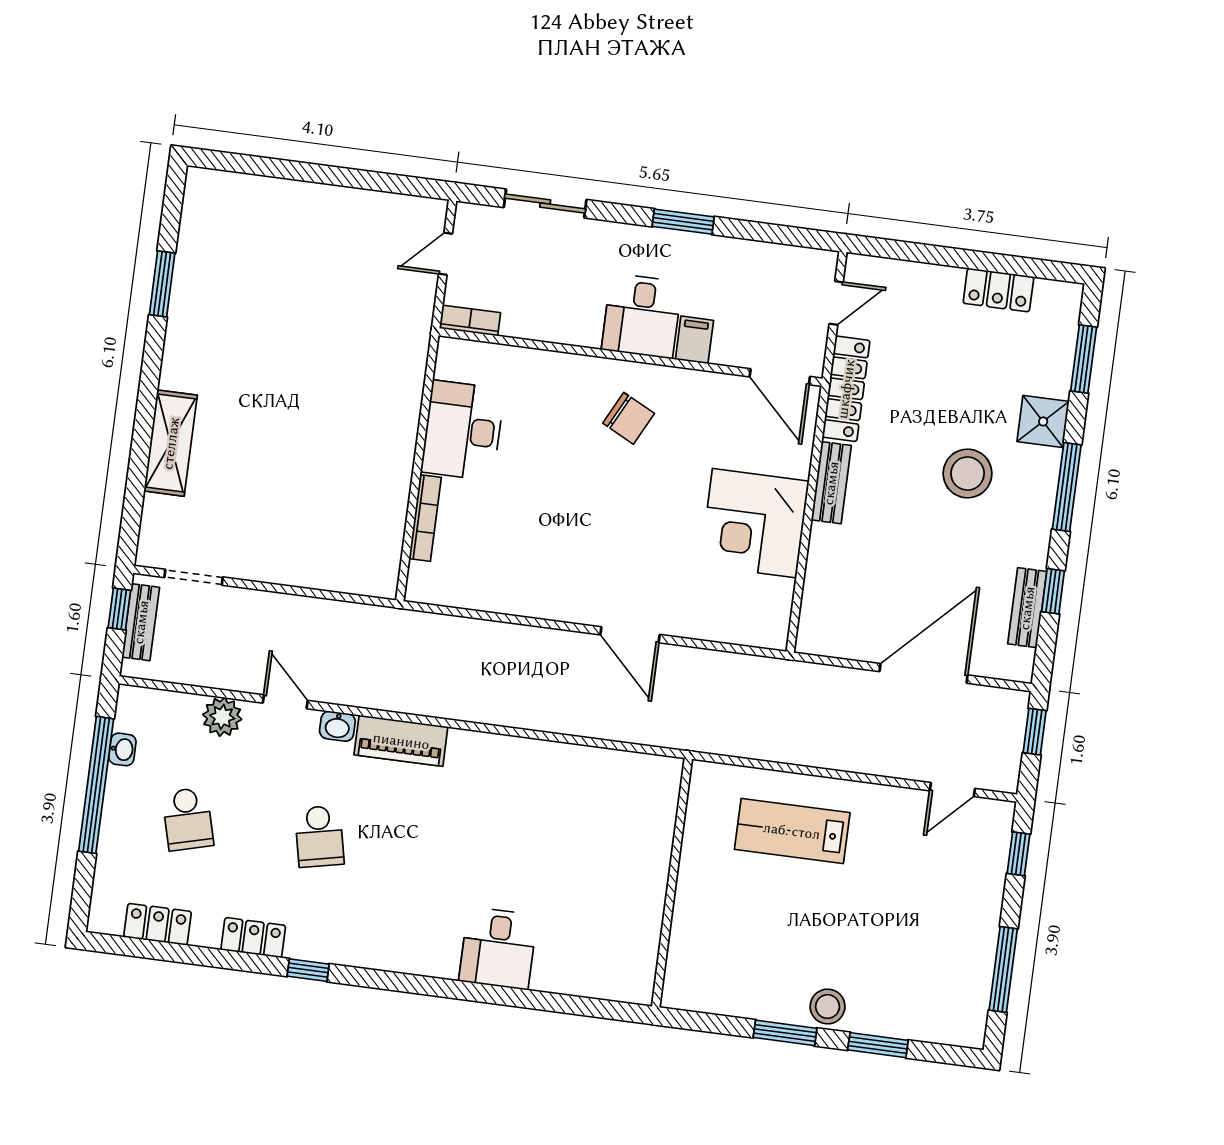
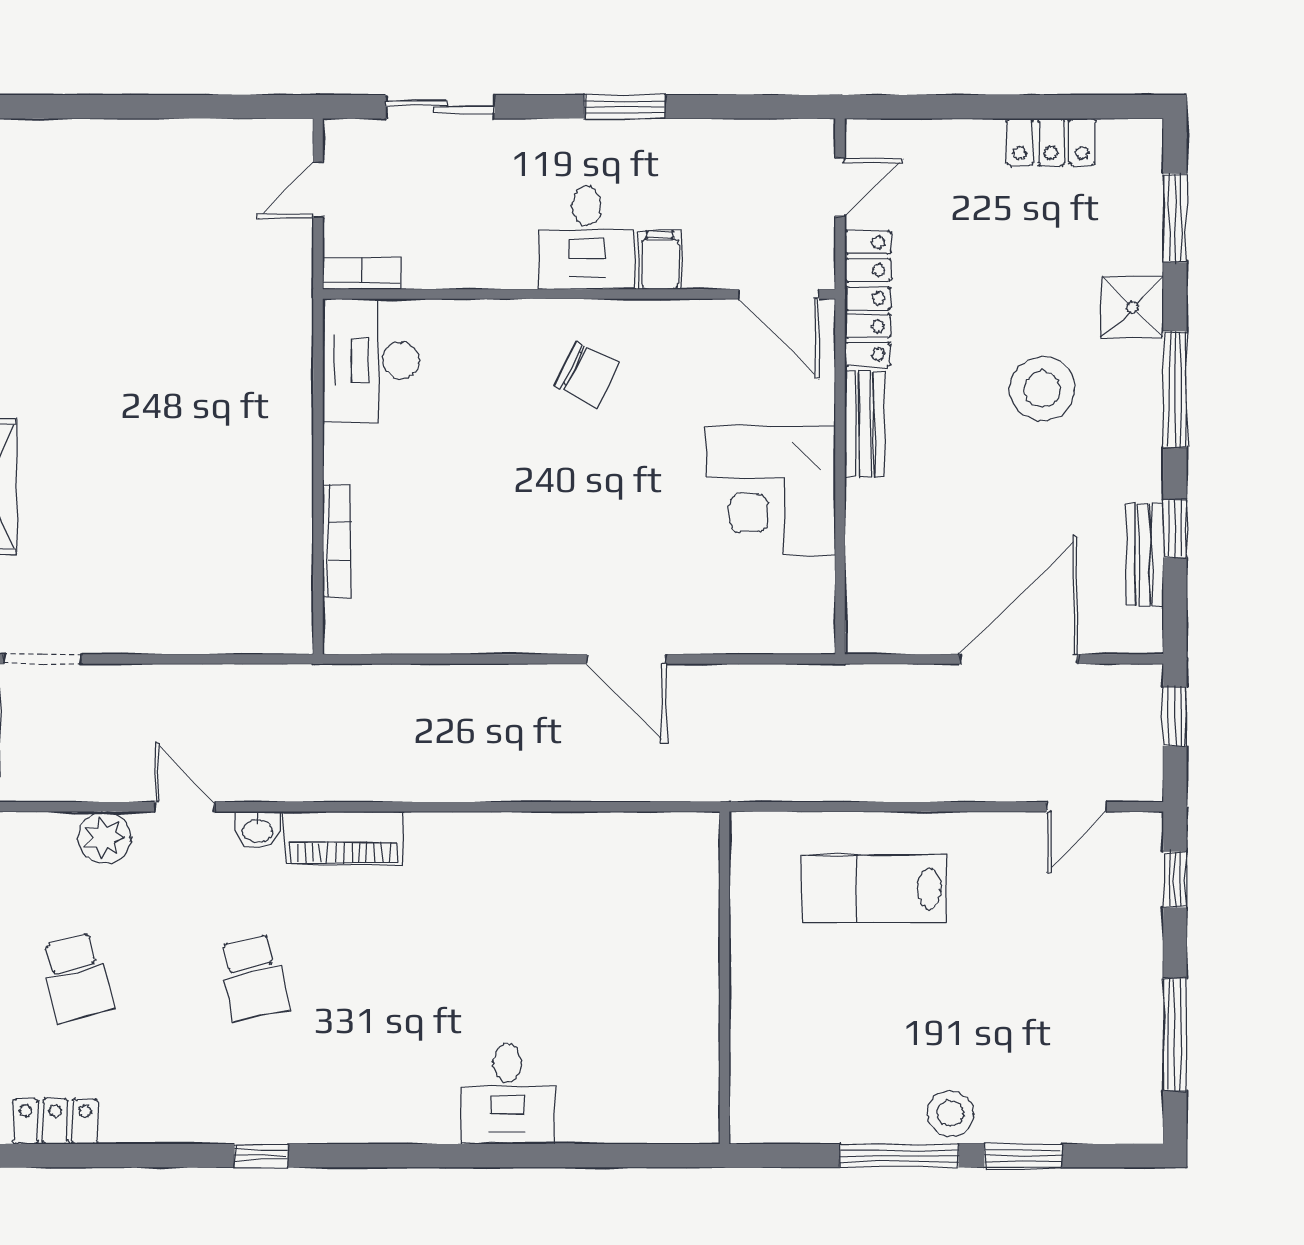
desk: (463, 430) -> (371, 360), moved
locker: (253, 938) -> (183, 1122), removed
window: (785, 1033) -> (899, 1156), width x1.44

